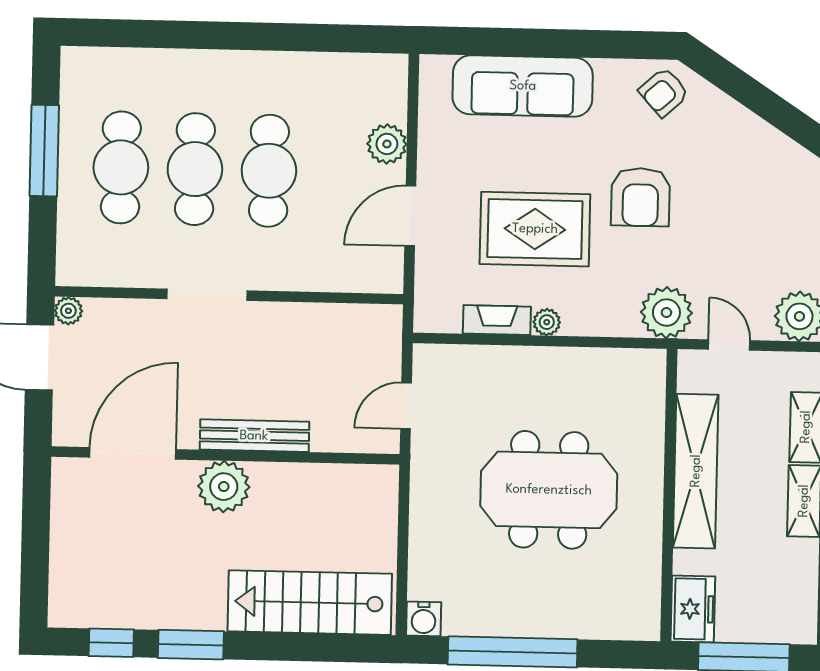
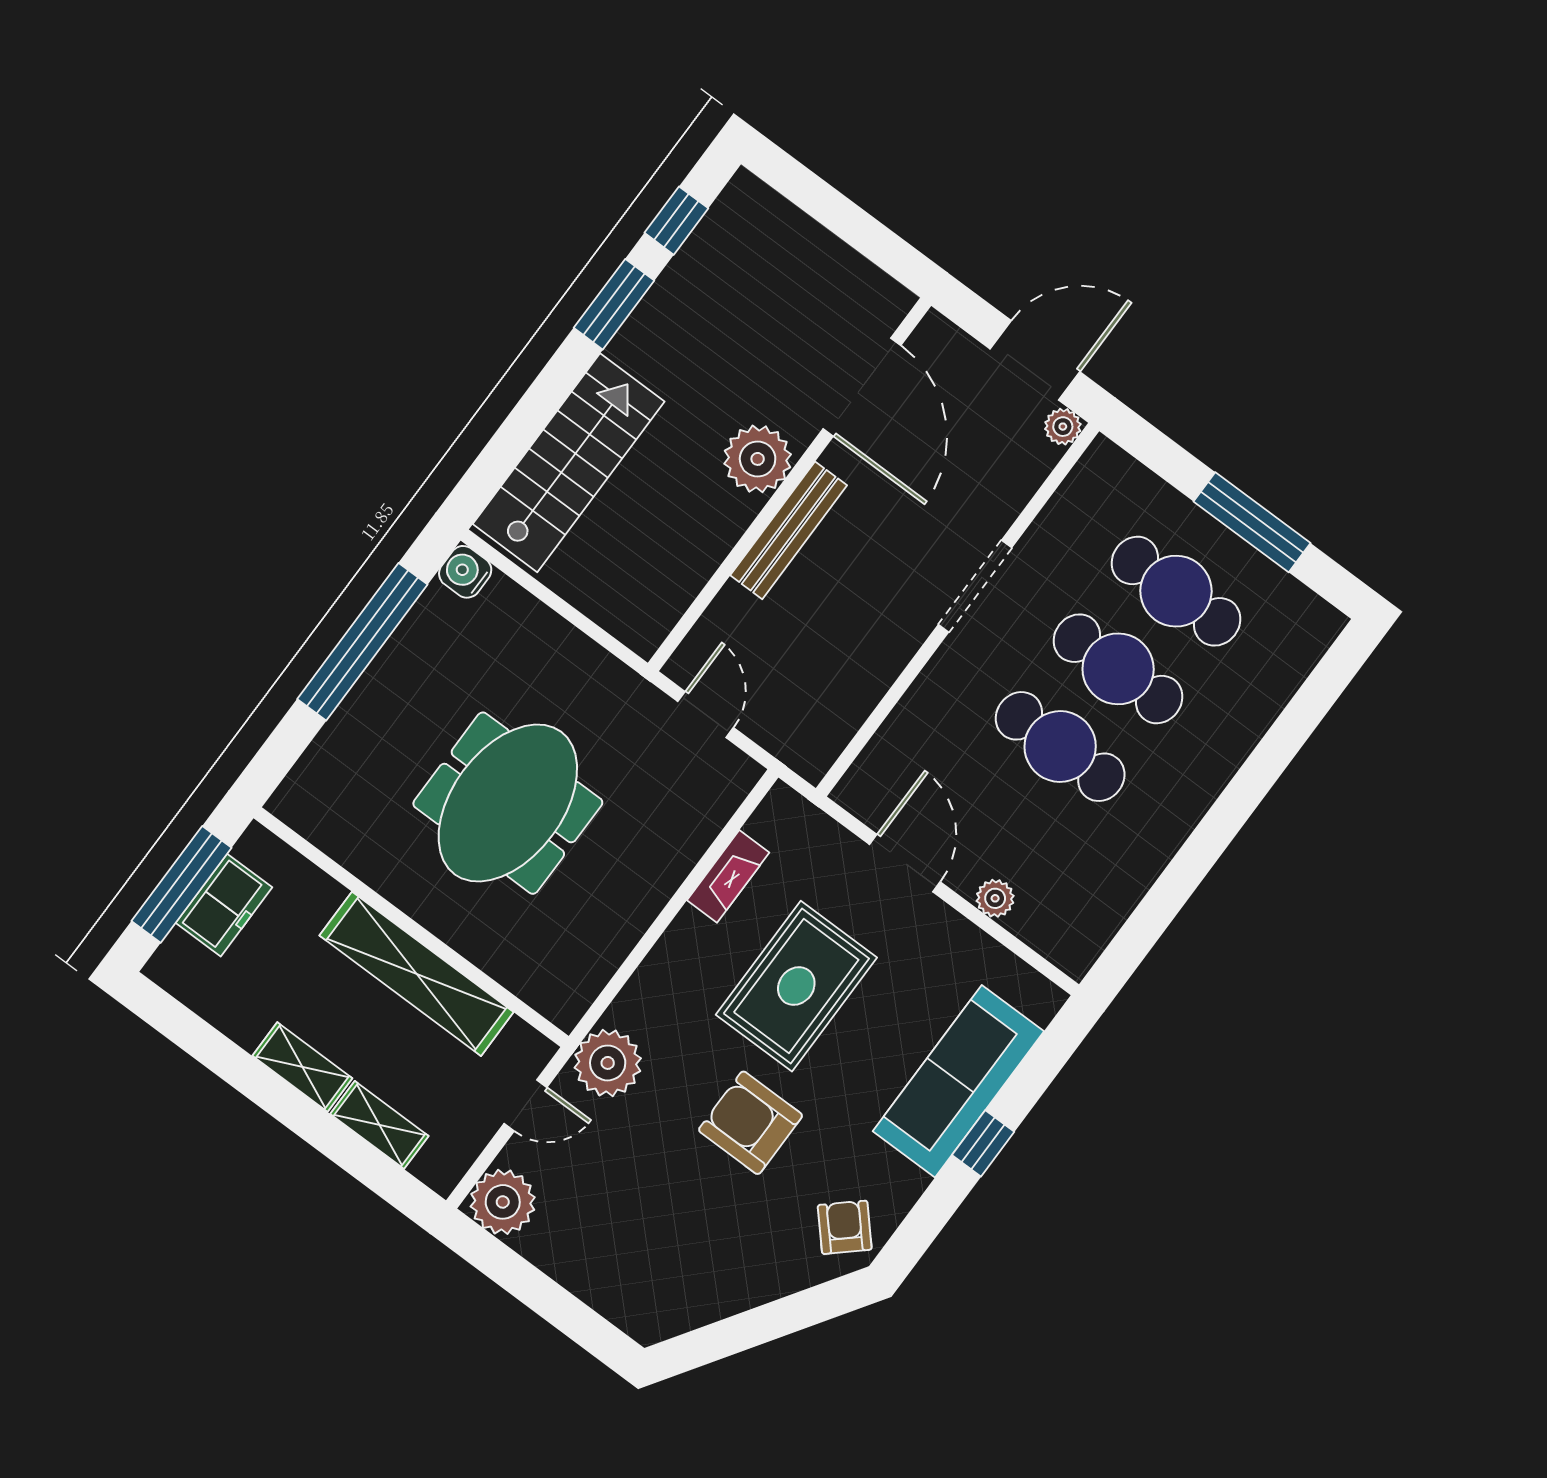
window: (550, 43) -> (983, 1143), added
plant: (387, 144) -> (995, 898), width x0.73, depth x0.73
plant: (547, 322) -> (688, 928), removed
freezer: (693, 609) -> (224, 905), moved, turned -90

